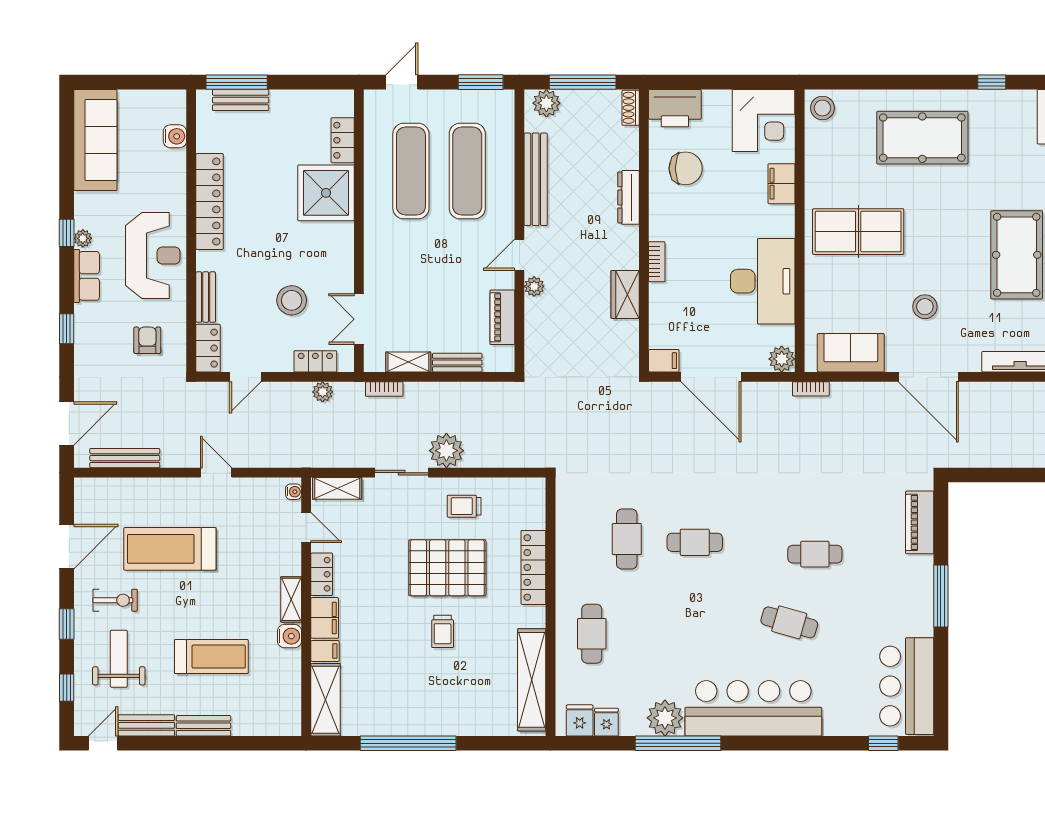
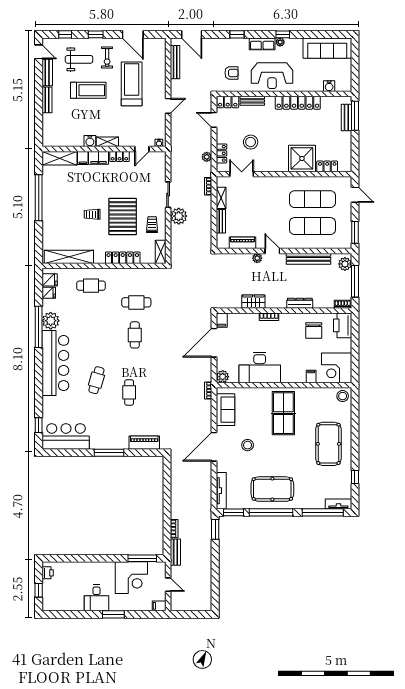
filing cabinet: (781, 184) -> (311, 376), width x0.50
shelving: (337, 488) -> (161, 252), moved
treadmill: (211, 657) -> (88, 90), moved, turned -90

